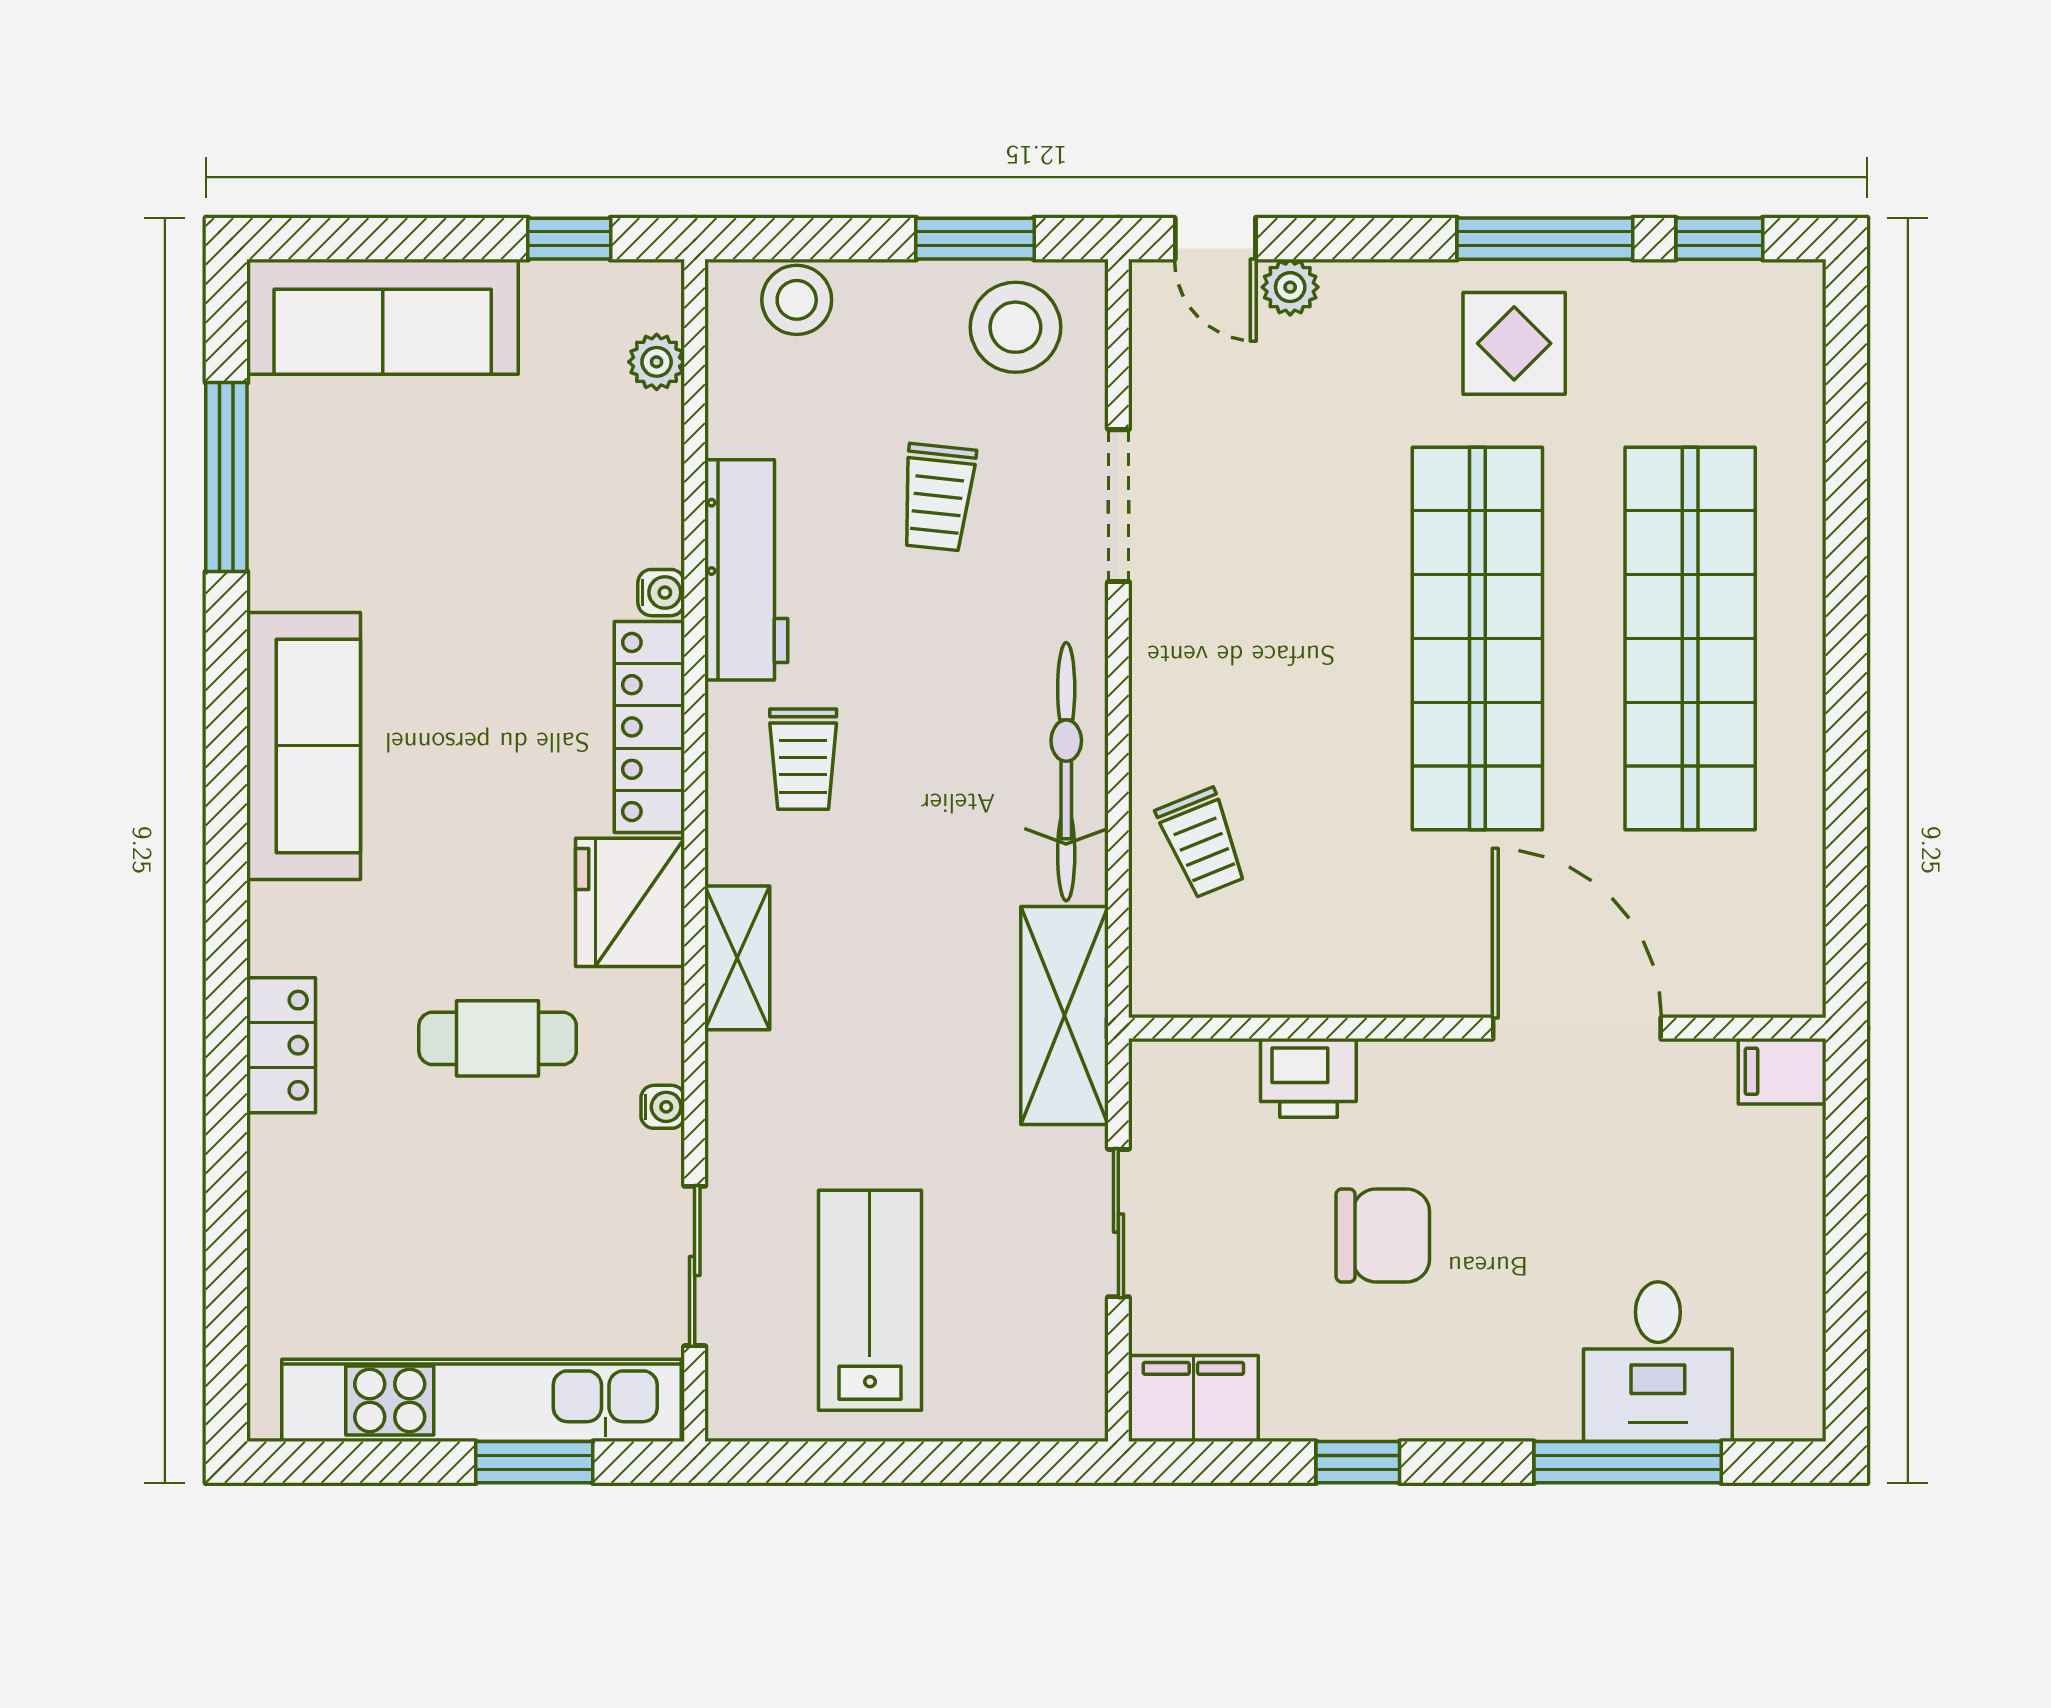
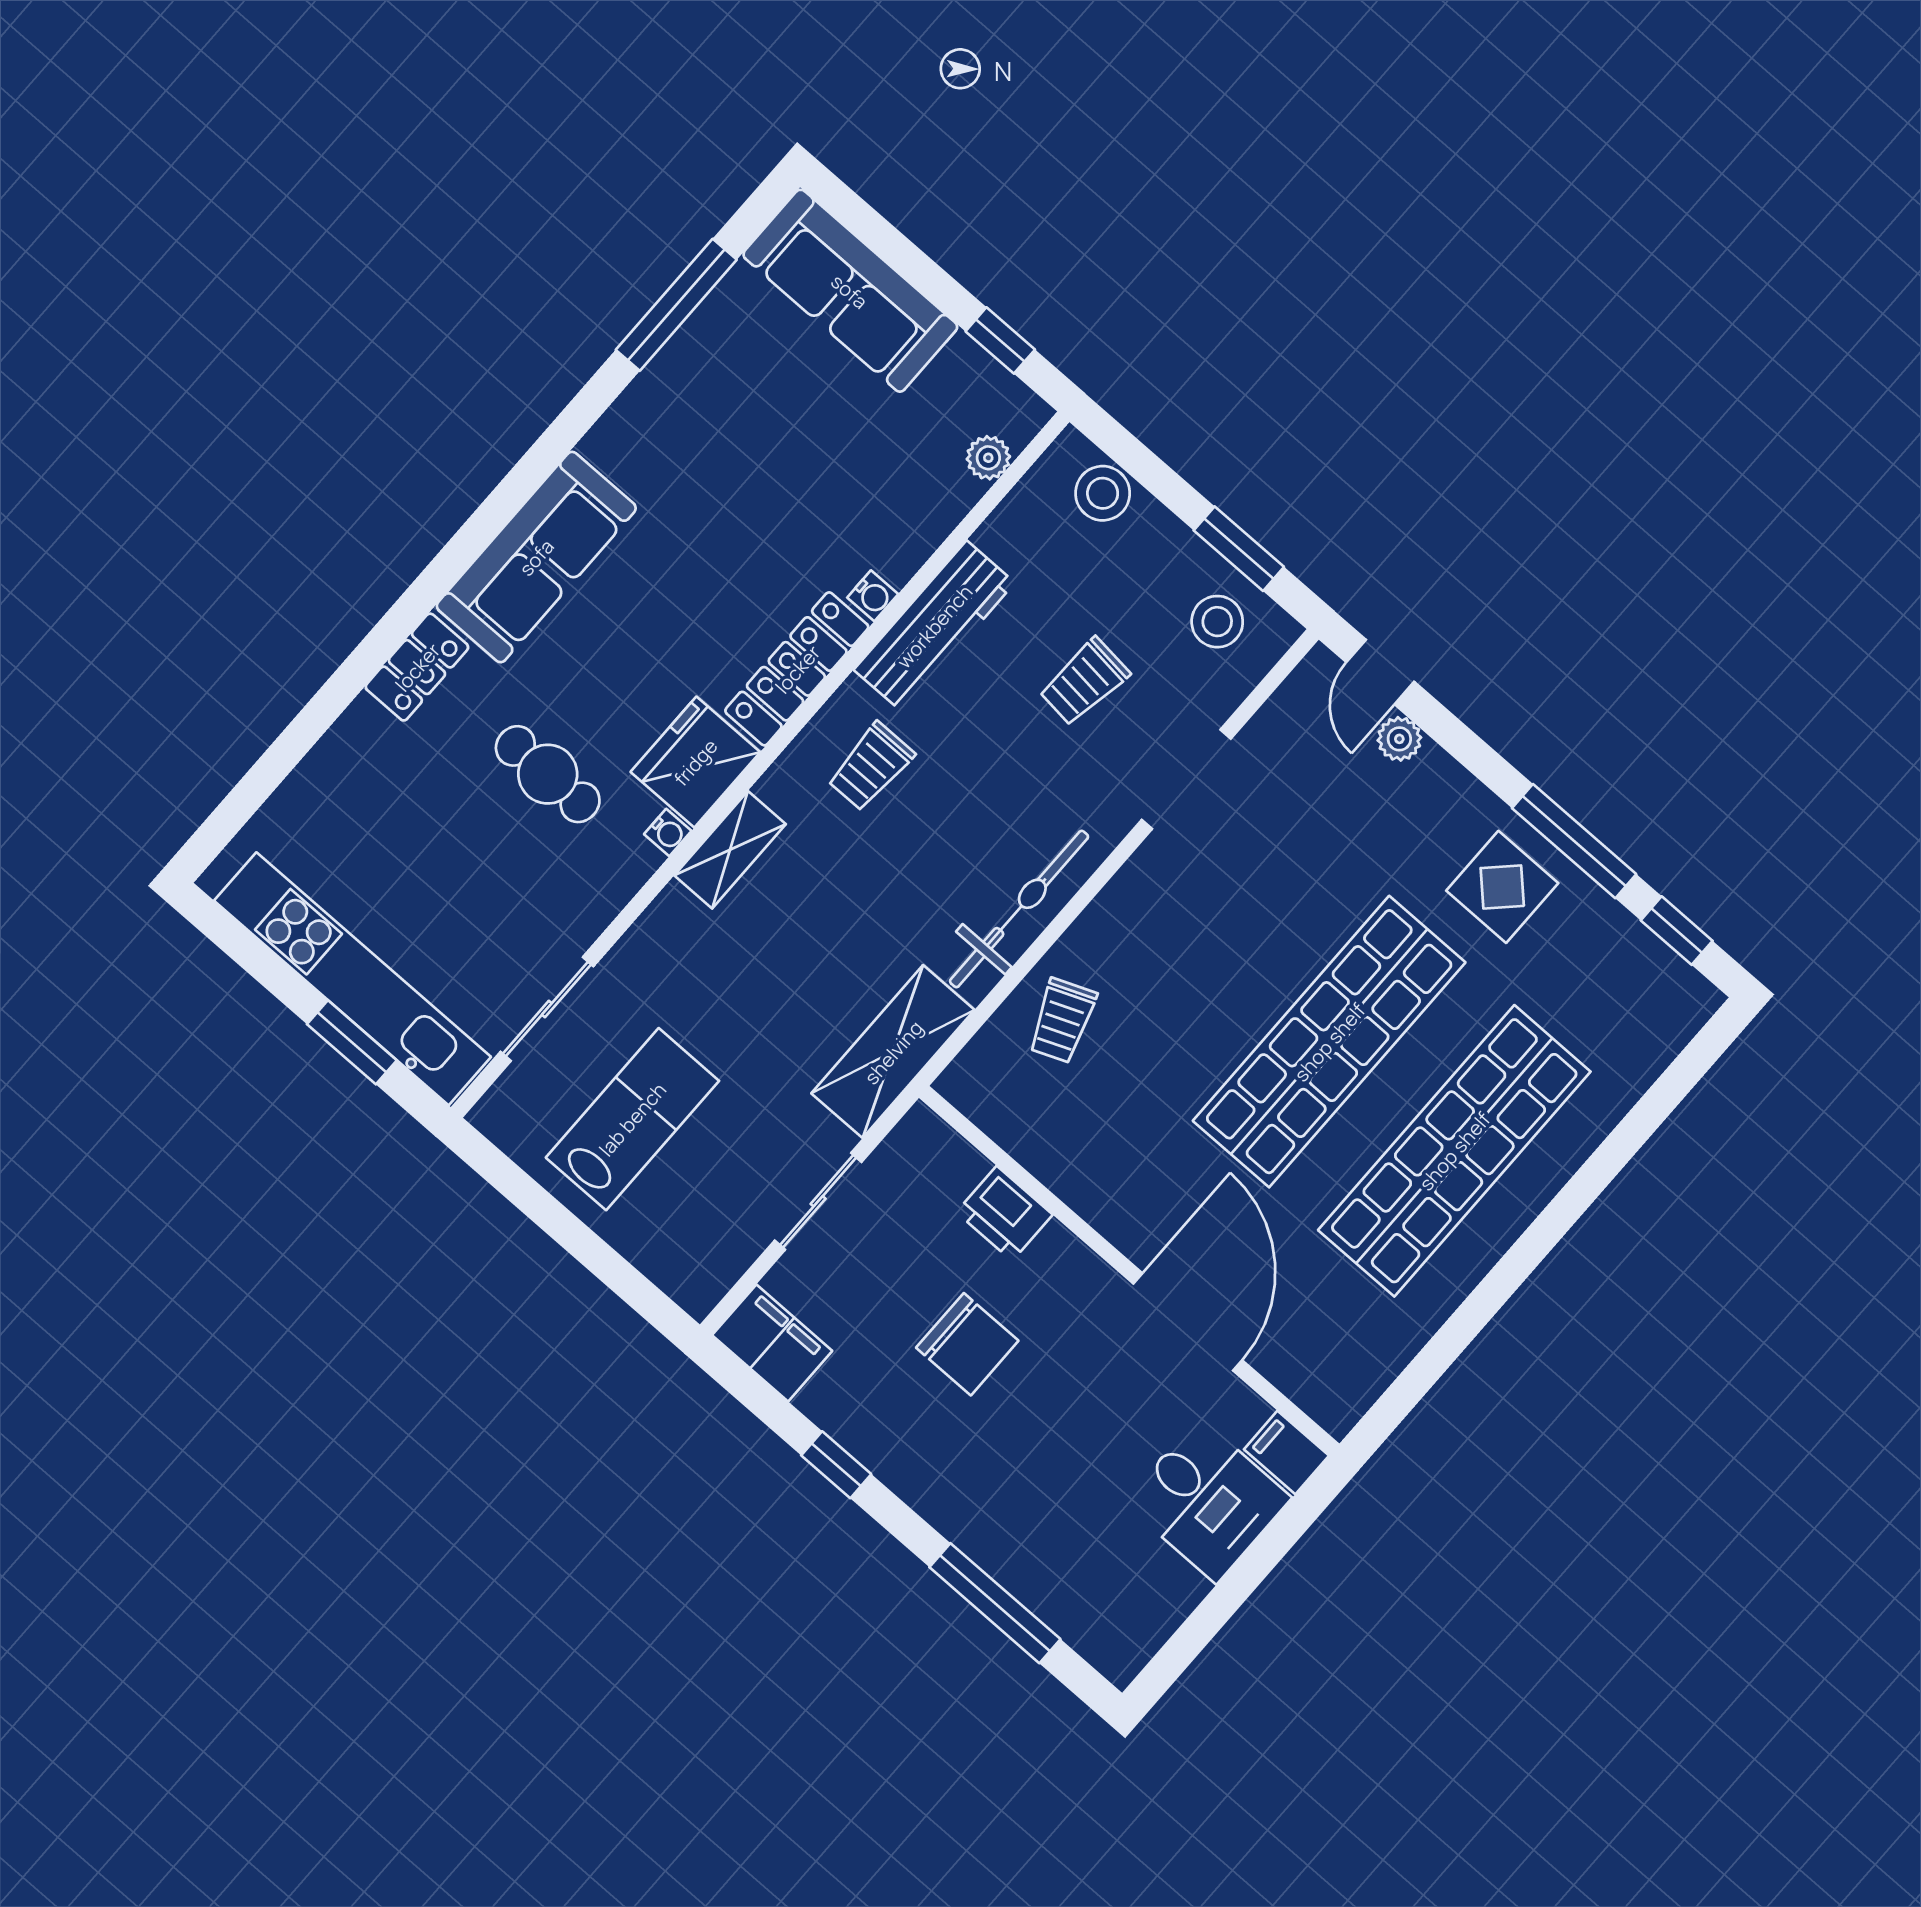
stool: (1015, 327) -> (1217, 622), width x0.73, depth x0.73
sofa: (304, 746) -> (536, 557), moved
water cooler: (663, 1107) -> (668, 833), moved
desk: (1658, 1362) -> (1207, 1500), moved, turned -90

